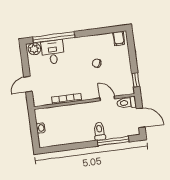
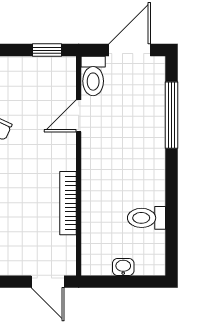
door: (28, 84) -> (48, 282), moved
toilet: (99, 131) -> (147, 218), moved

